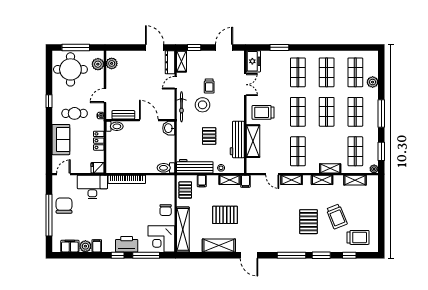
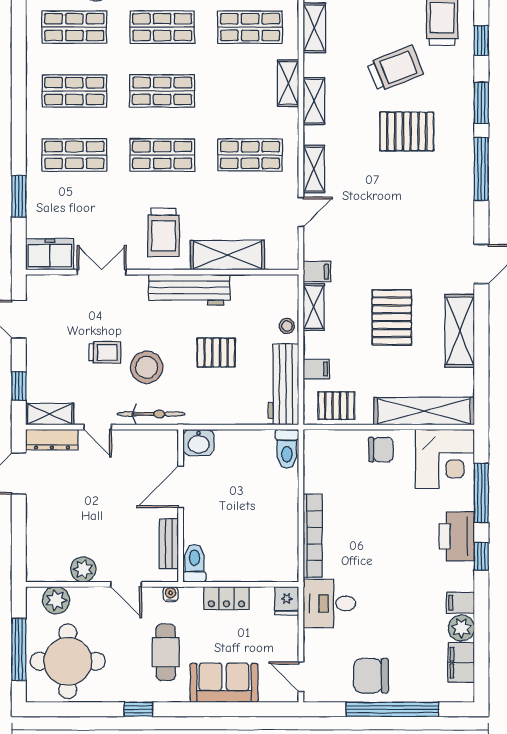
plant: (112, 63) -> (83, 569), moved
workbench: (237, 139) -> (189, 290), moved
desk: (92, 187) -> (329, 603), width x0.73

